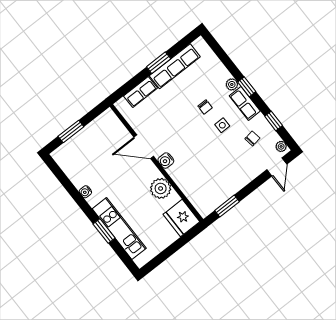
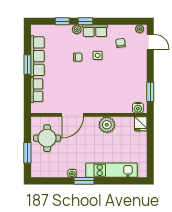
window: (274, 121) -> (62, 21), moved
round table: (101, 140) -> (47, 138), added
water cooler: (166, 161) -> (138, 108), moved
fridge: (181, 218) -> (141, 124), width x0.53, depth x0.75
window: (104, 231) -> (84, 181), moved

